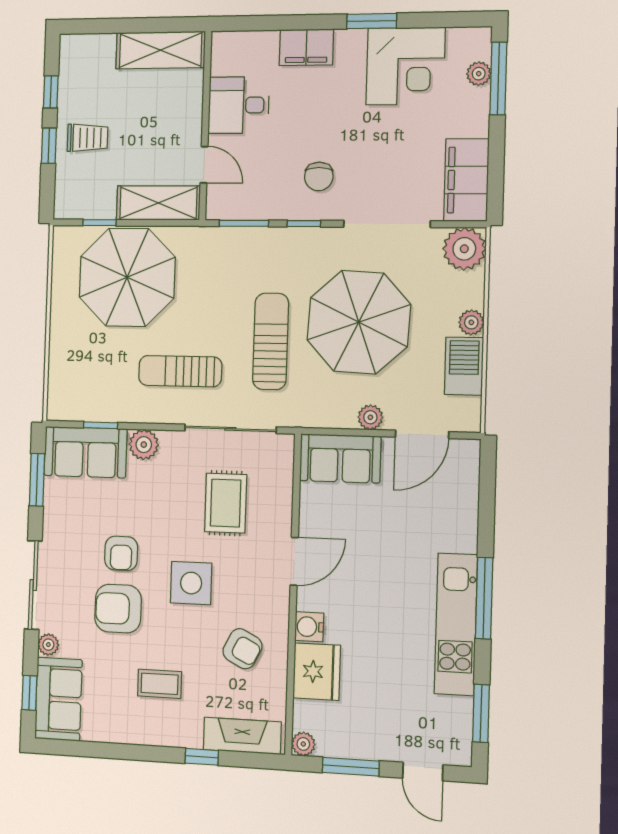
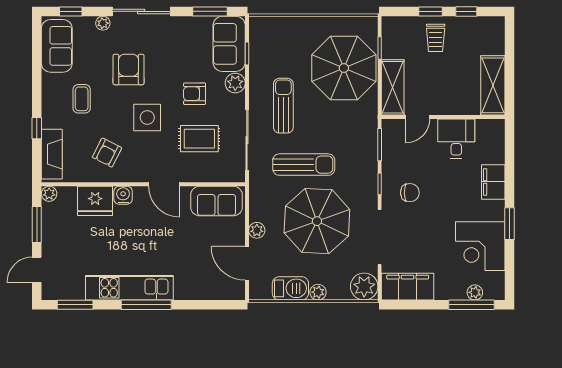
chair: (319, 176) -> (410, 193), turned 180
sofa: (340, 458) -> (216, 201), moved, turned -90
armchair: (121, 553) -> (195, 94), moved
sofa: (58, 699) -> (57, 46), moved, turned -90

